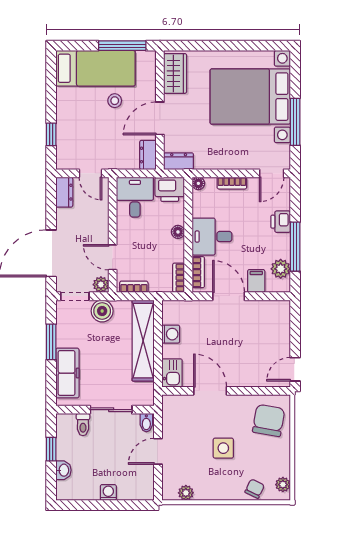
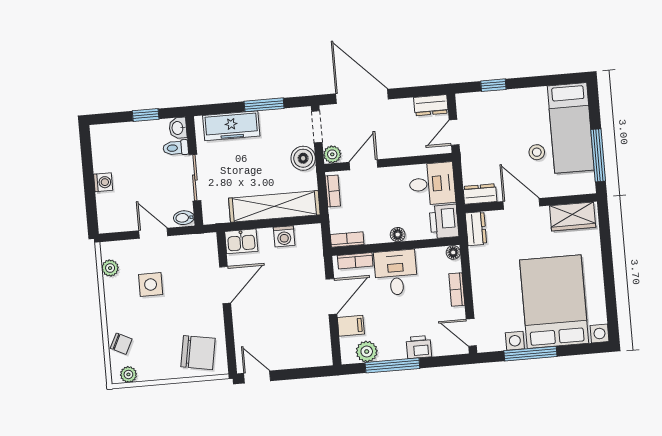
side table: (223, 448) -> (151, 284), moved
washbasin: (63, 470) -> (178, 128), moved, turned 90

